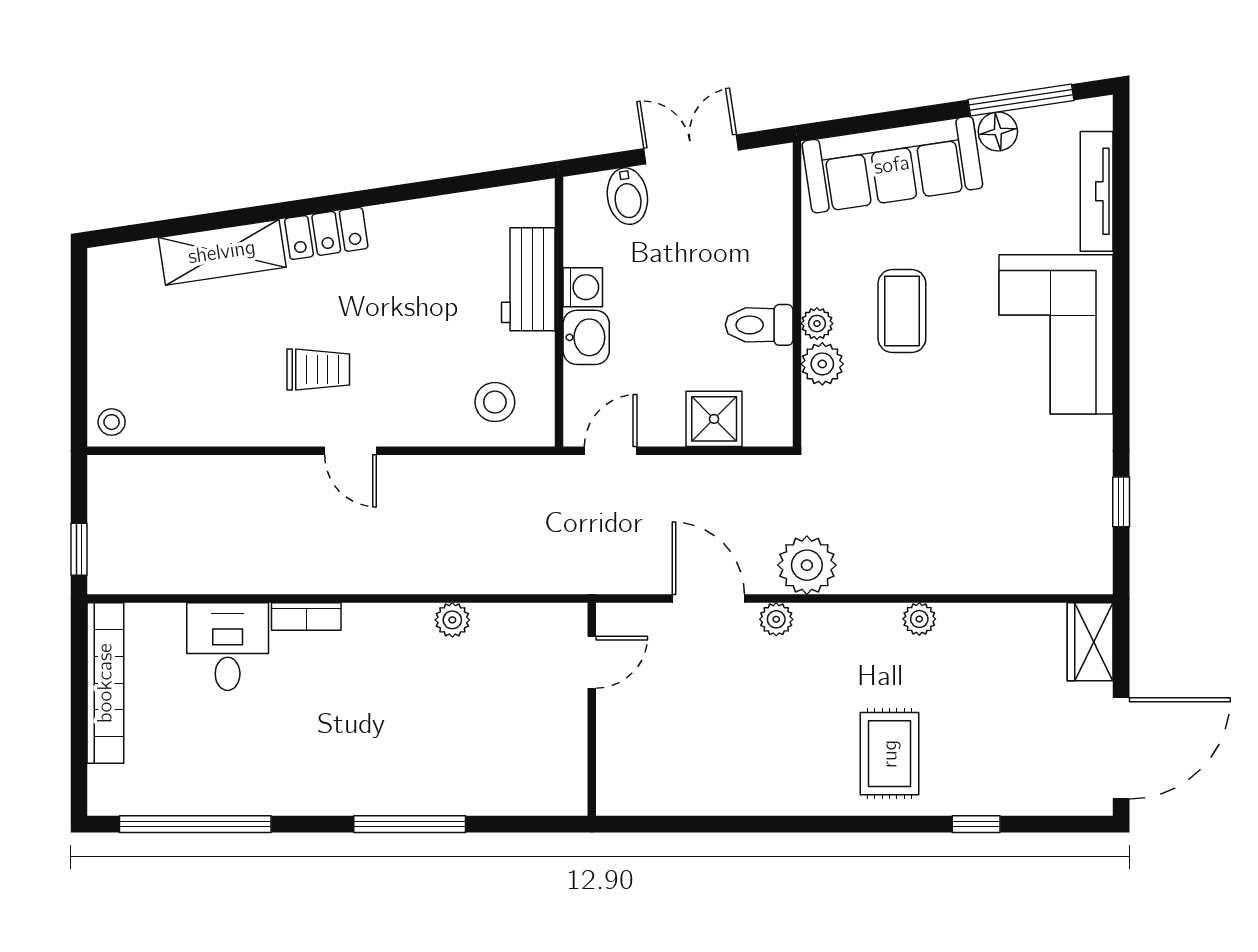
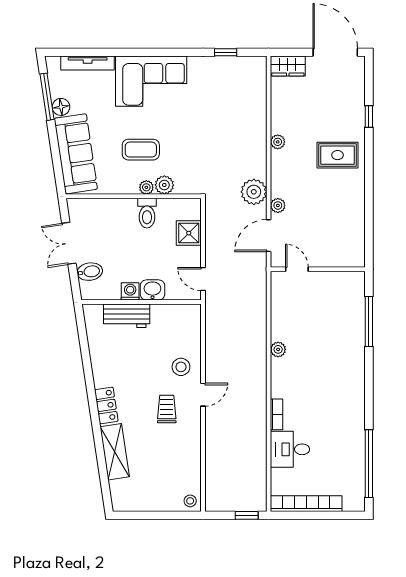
stool: (495, 402) -> (181, 367), moved
door: (592, 662) -> (297, 269), moved
wall: (592, 709) -> (318, 269), moved
window: (410, 824) -> (369, 322), moved

